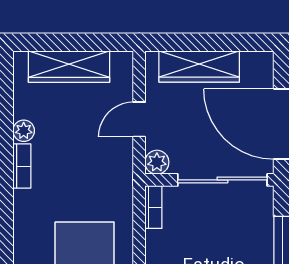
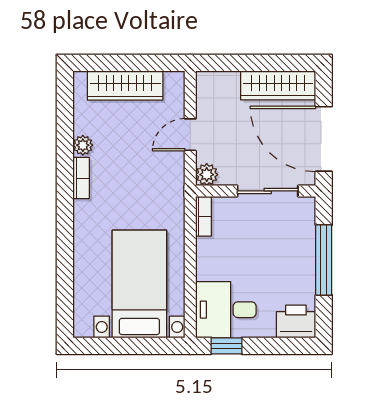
wardrobe: (199, 66) -> (278, 85), moved
sliding door: (222, 180) -> (268, 191), width x0.73

